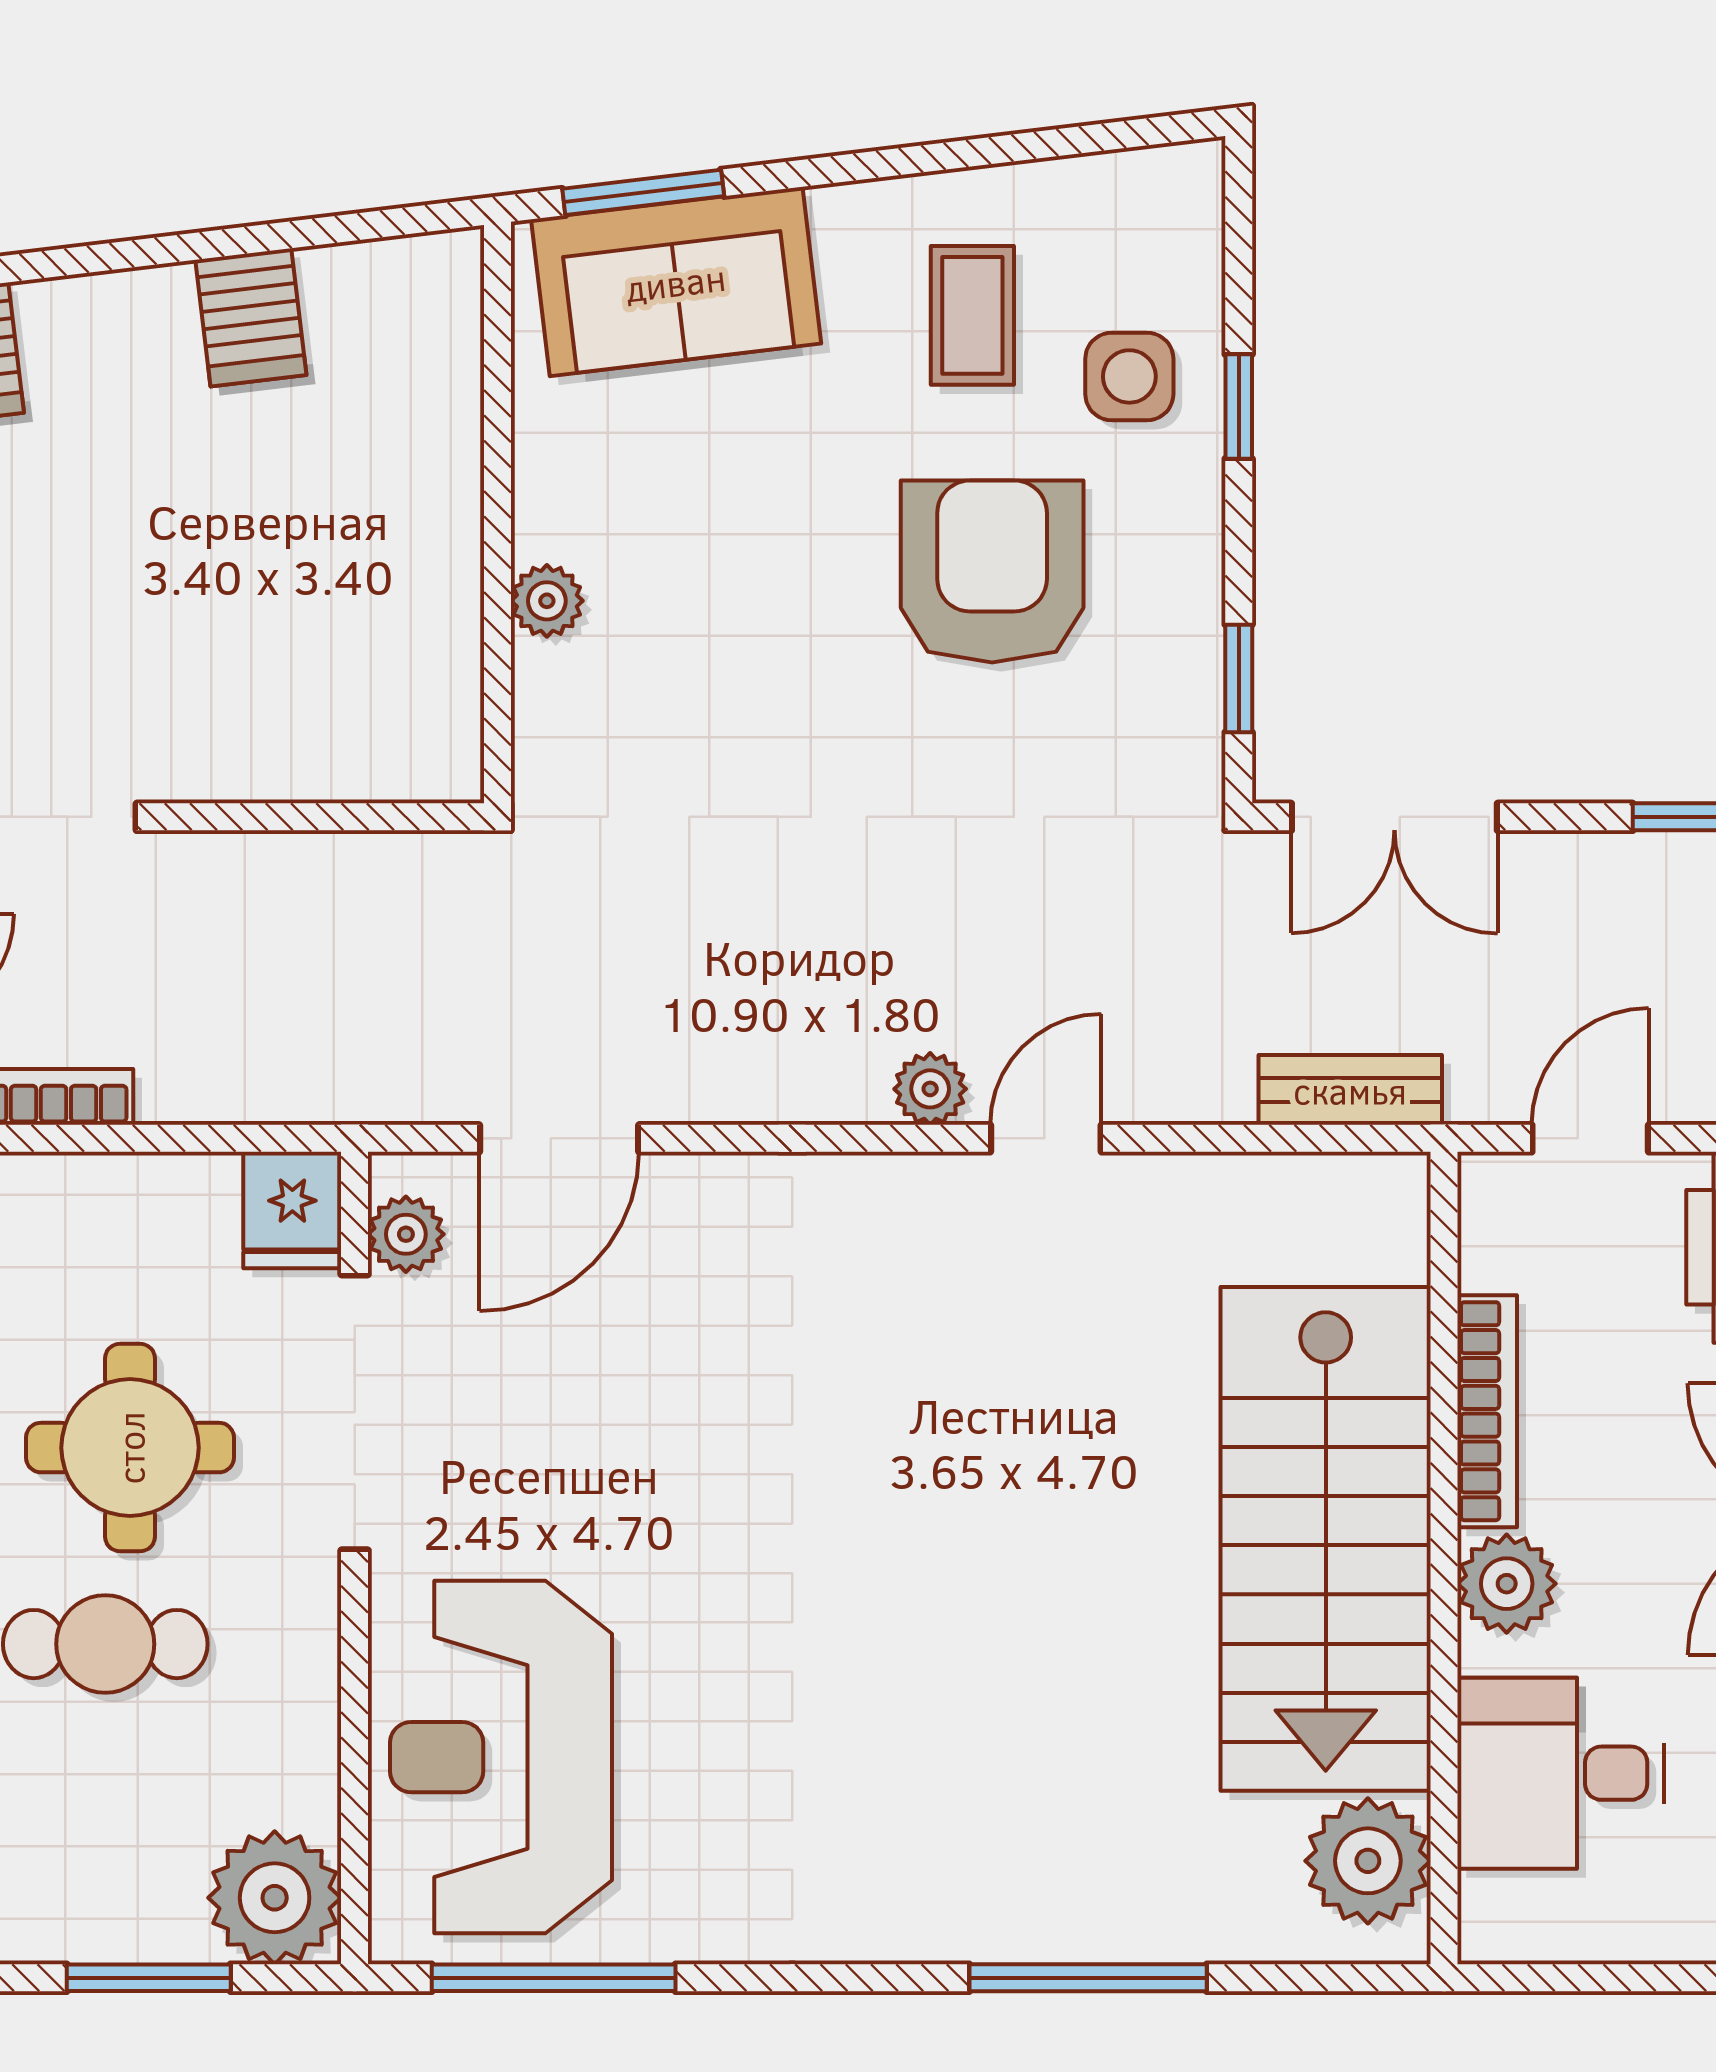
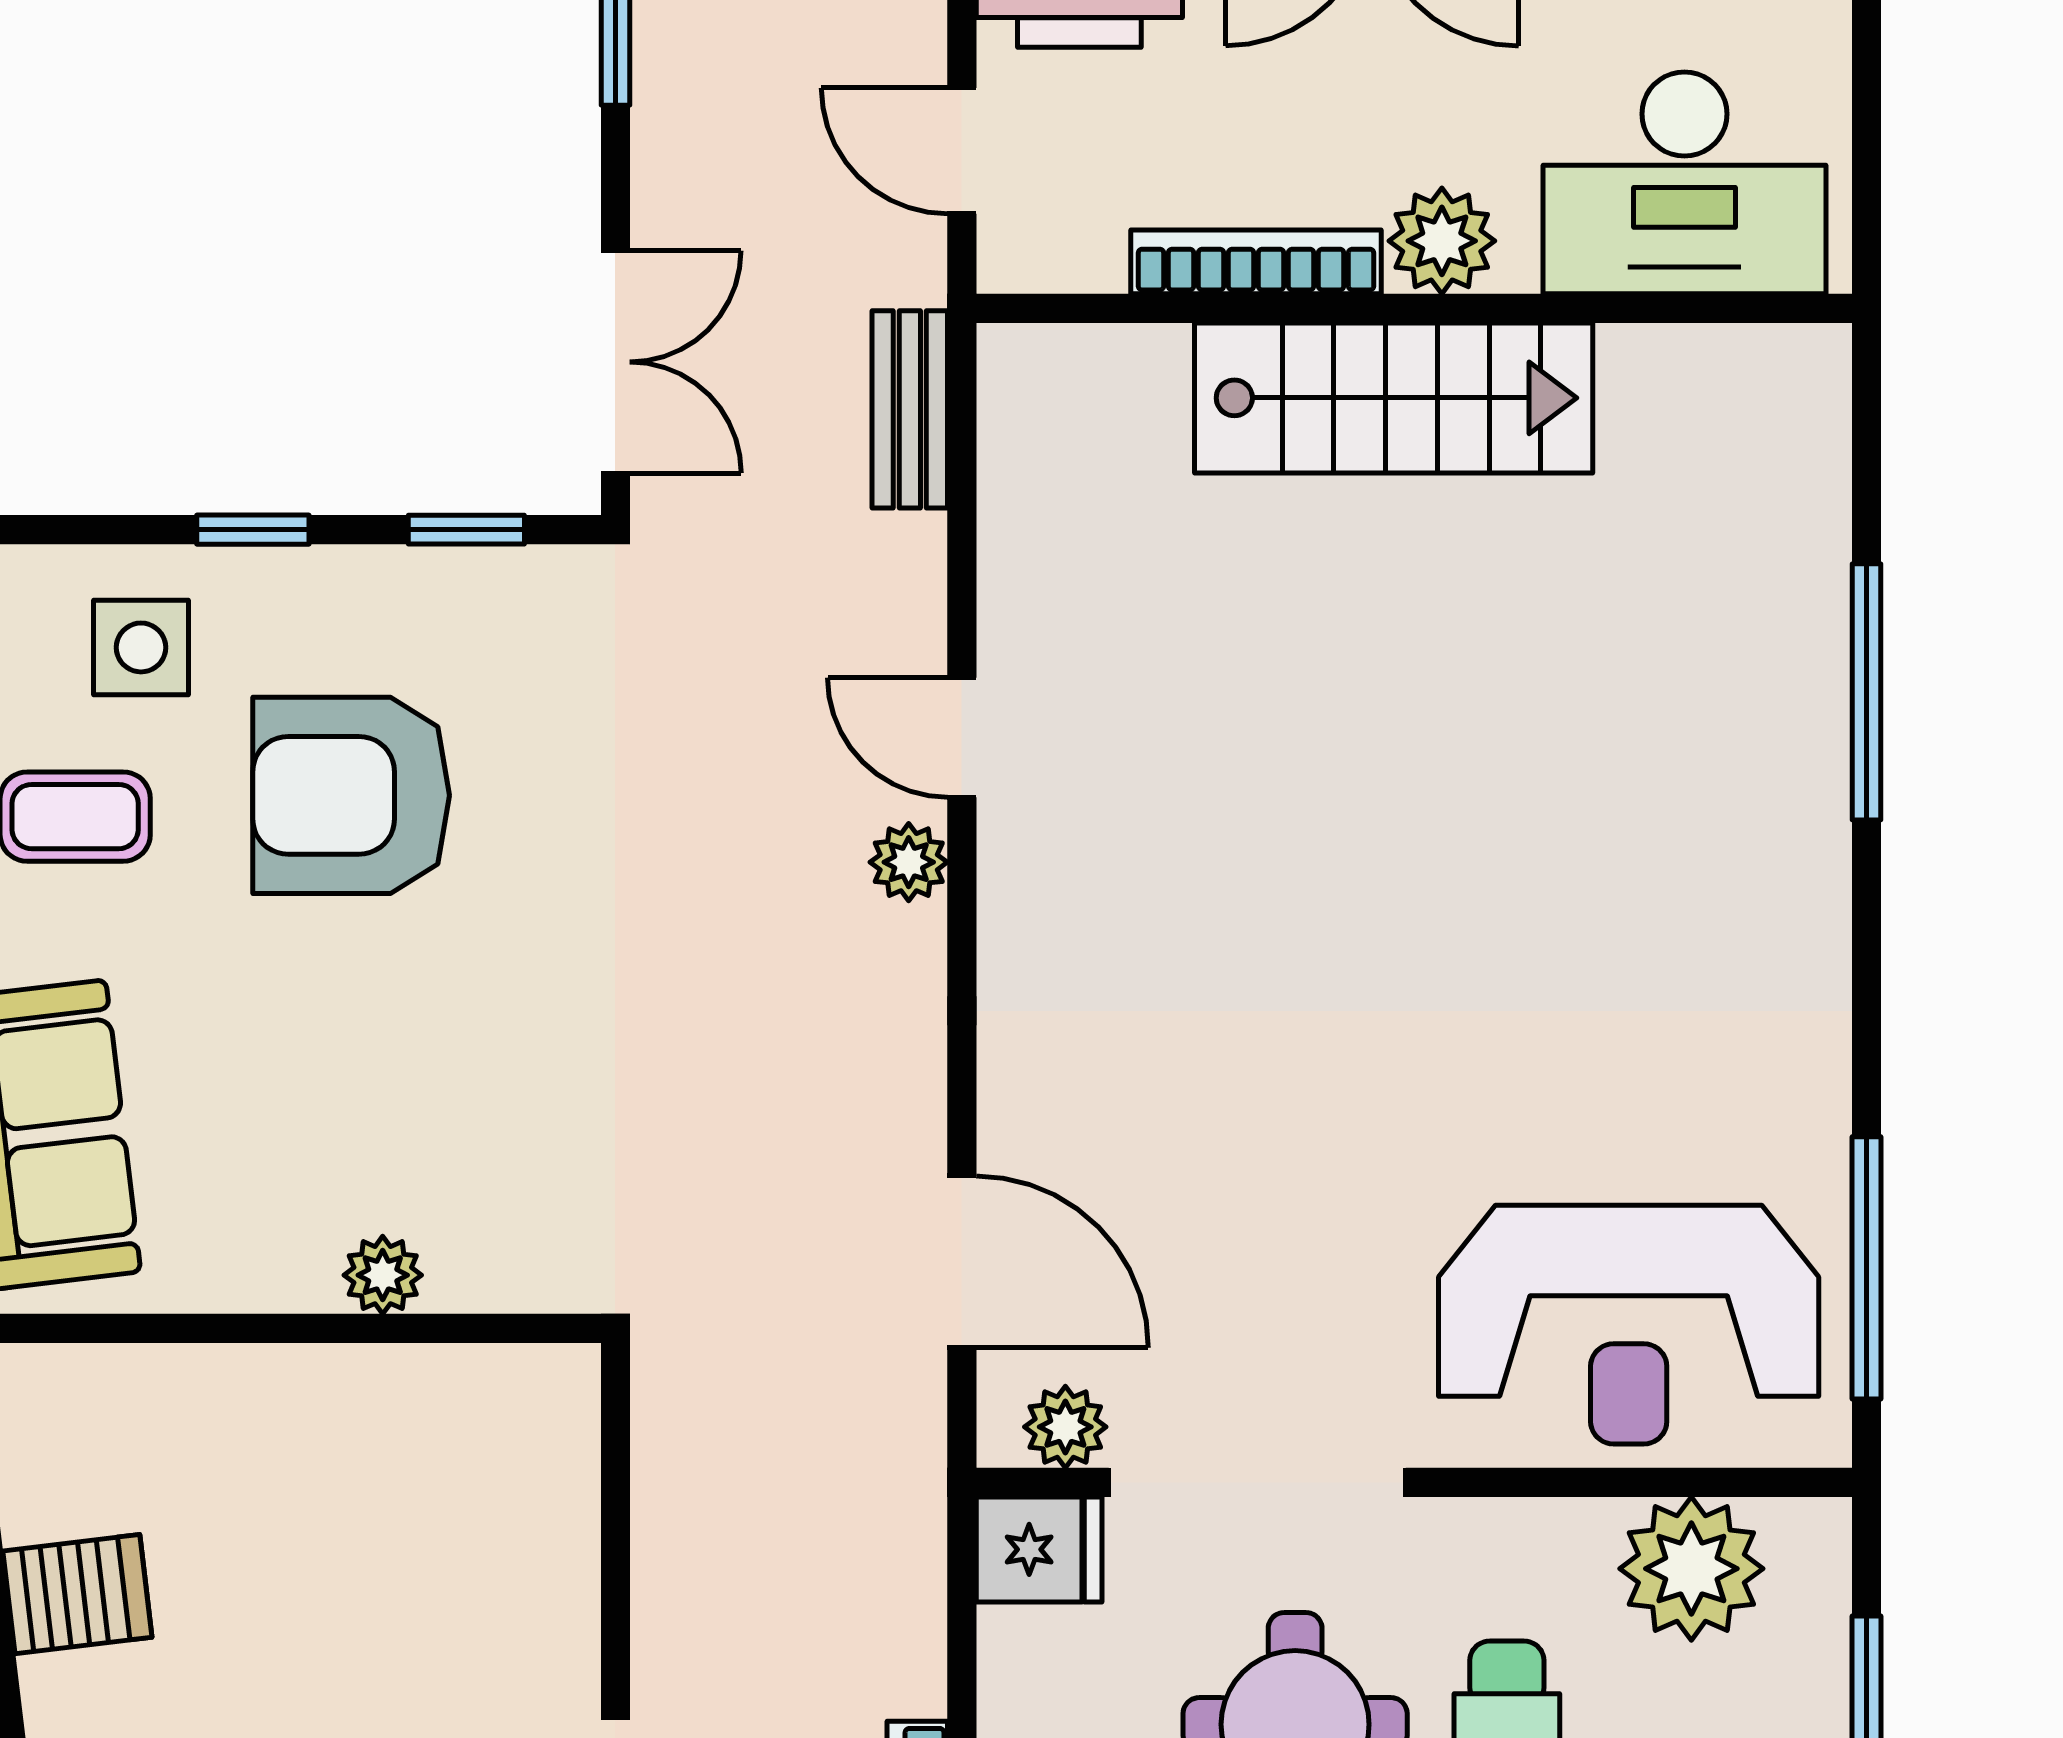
window: (1239, 406) -> (253, 530), moved
stairs: (1326, 1539) -> (1394, 398), width x0.73, depth x0.66
desk: (1561, 1773) -> (1684, 183), width x1.37
plant: (1368, 1861) -> (1741, 390), removed
plant: (275, 1898) -> (1691, 1569), moved

